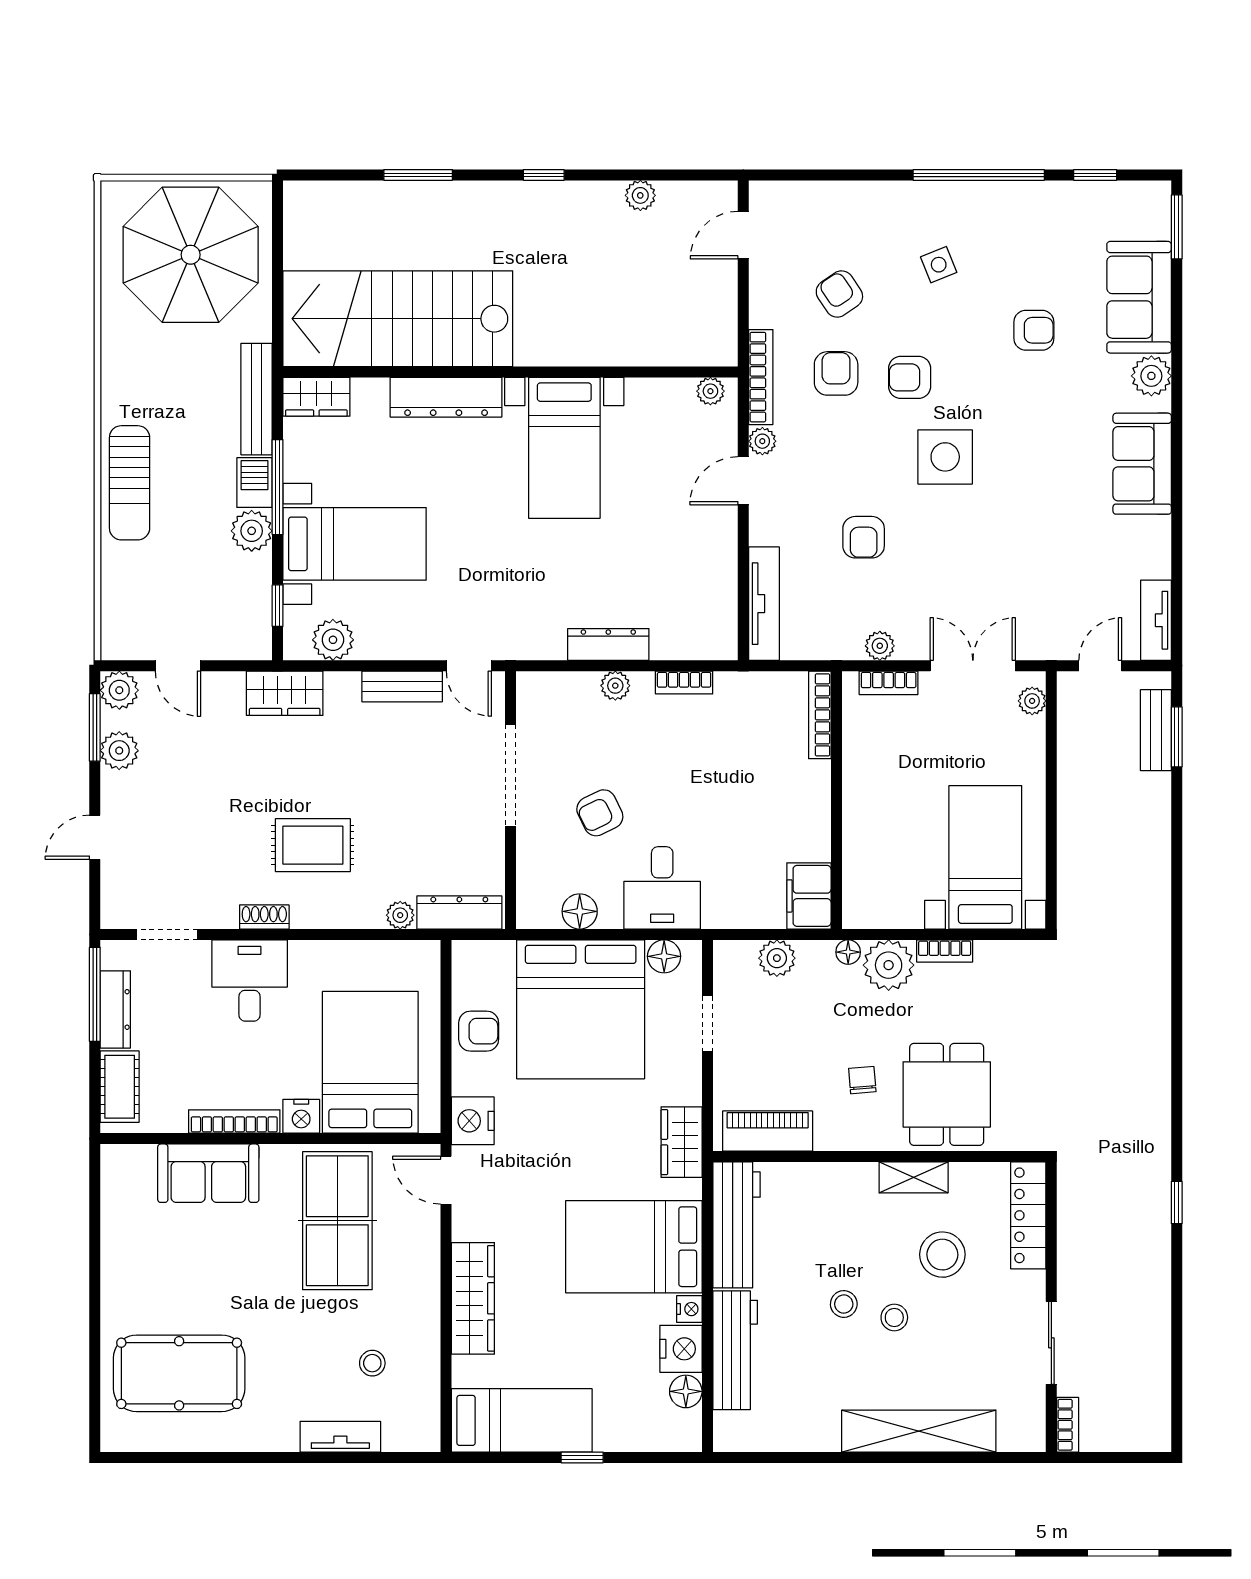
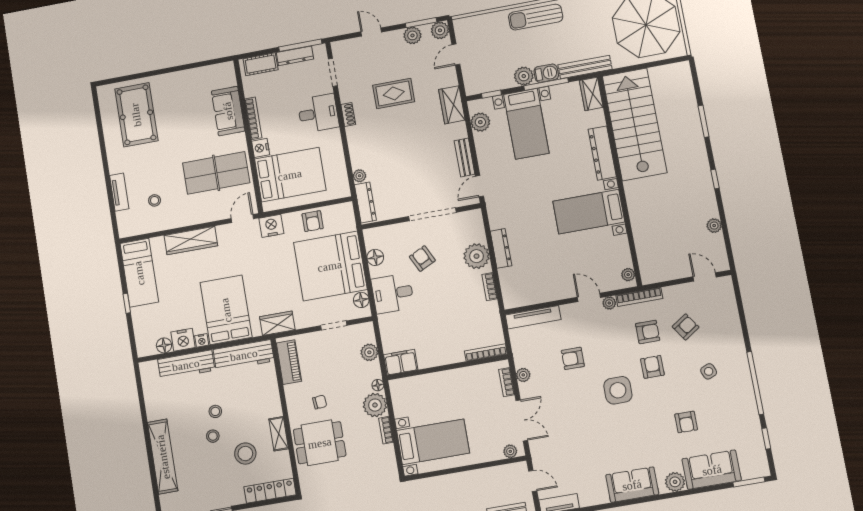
plant: (615, 686) -> (477, 256), width x1.87, depth x1.87
rug: (313, 845) -> (394, 93), moved, turned 90

